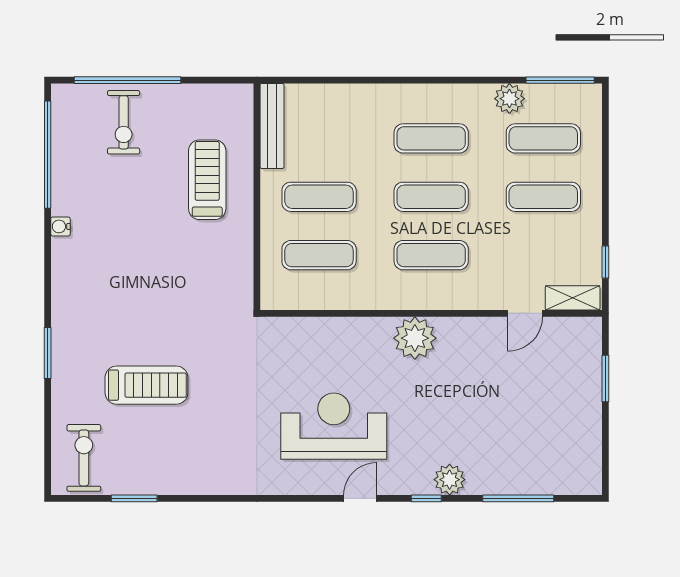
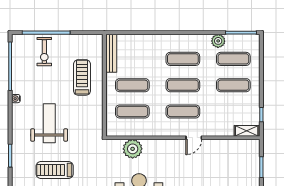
weight bench: (134, 281) -> (49, 123), added
door: (525, 313) -> (194, 138), moved
plant: (415, 338) -> (133, 149), moved
treadmill: (146, 385) -> (55, 170), turned 180

